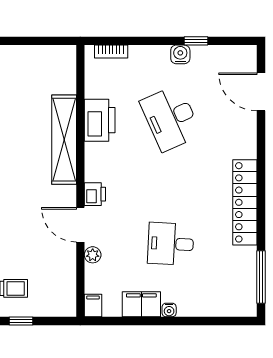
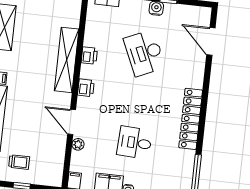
printer: (100, 120) -> (89, 56), width x0.53, depth x0.68
printer: (95, 194) -> (86, 88), moved

